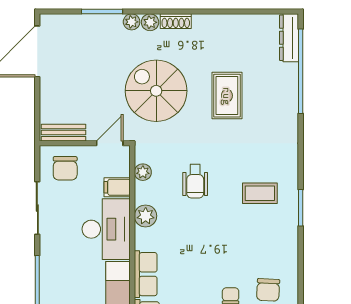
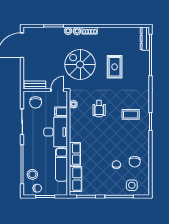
plant: (146, 216) -> (75, 126), removed

